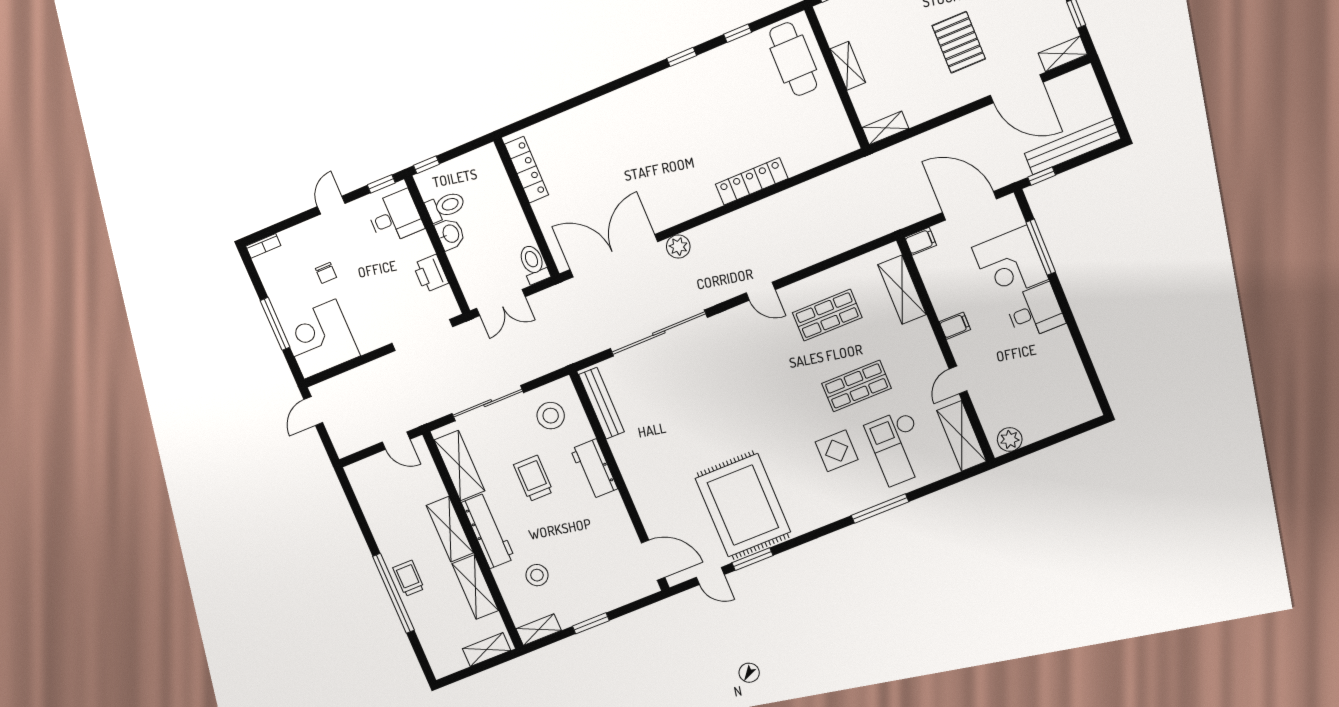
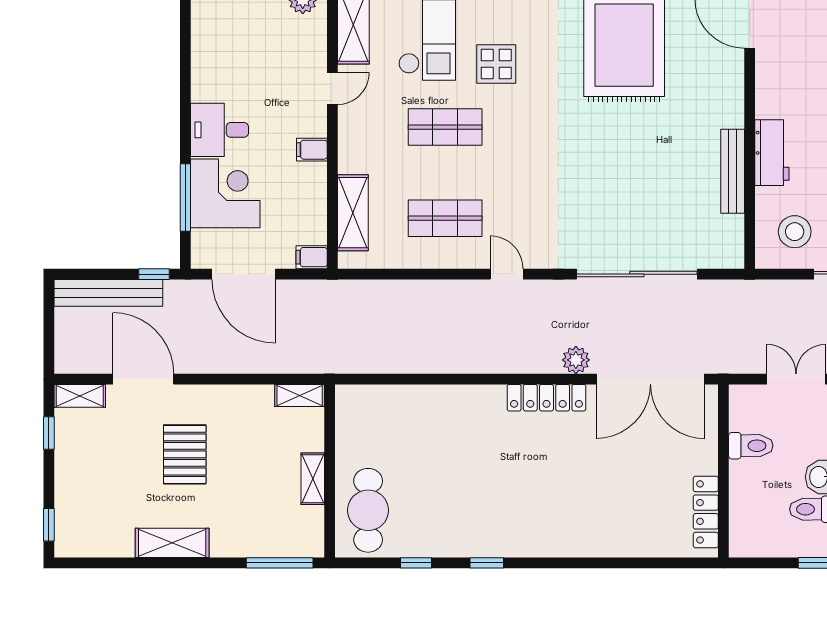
locker: (752, 181) -> (546, 398), moved
toilet: (534, 264) -> (751, 446), moved, turned -90
bench: (601, 403) -> (733, 171), moved

